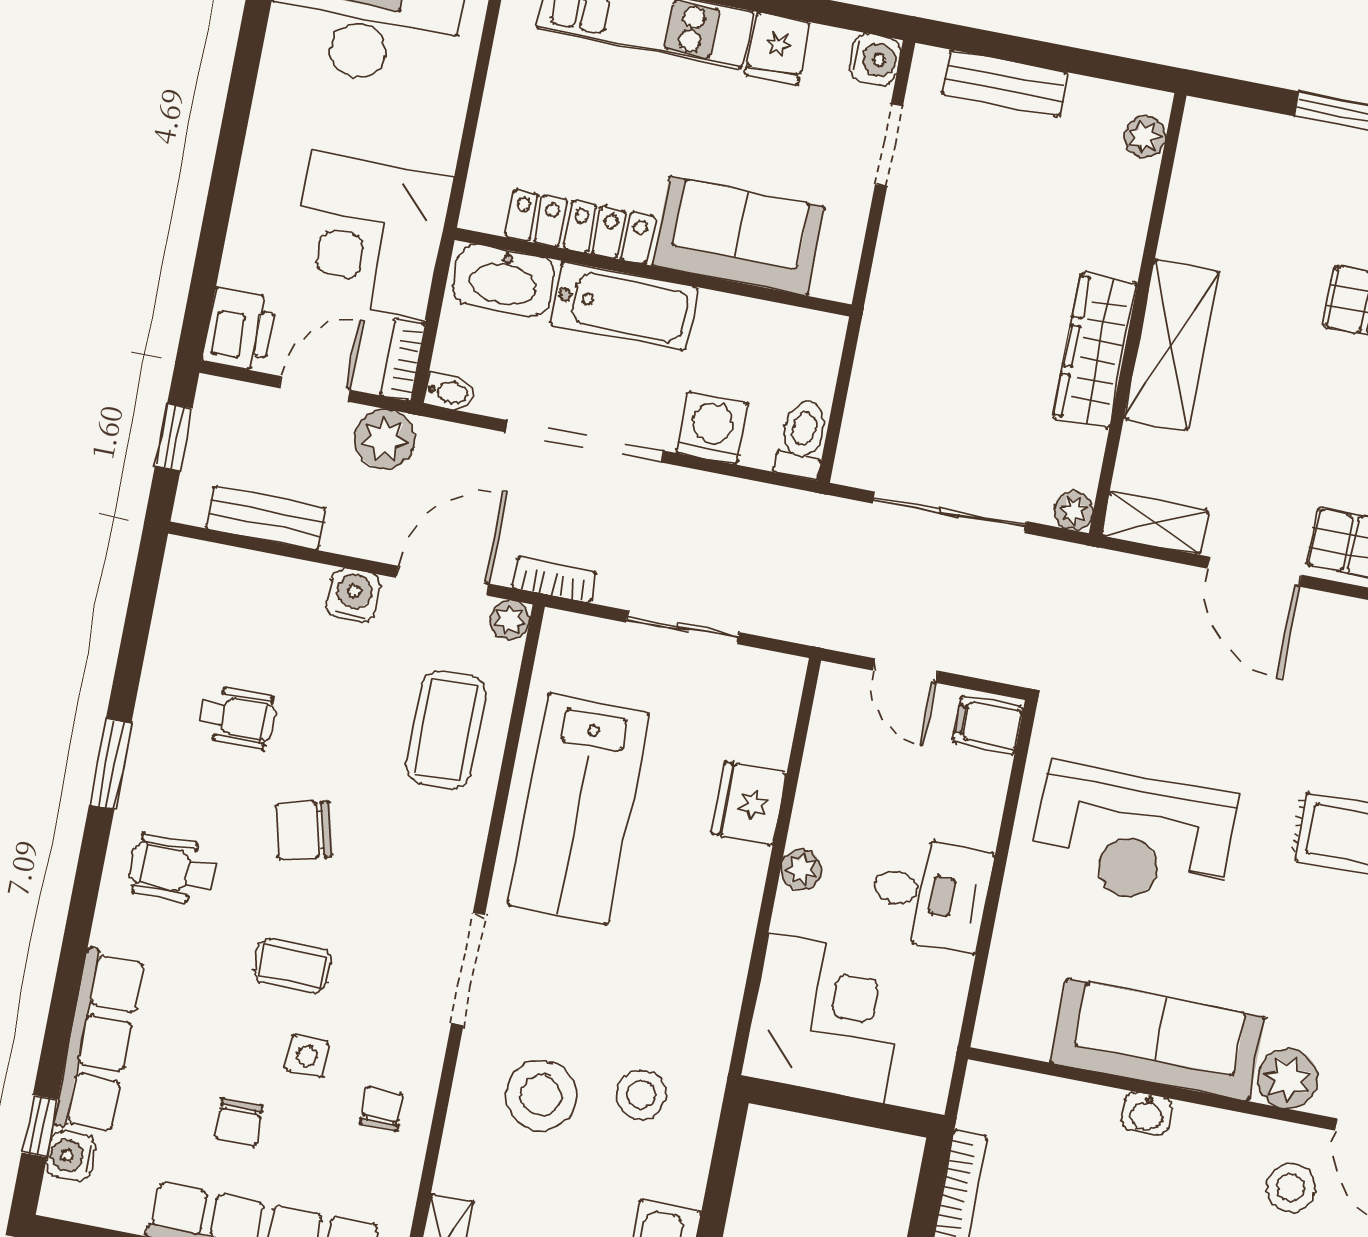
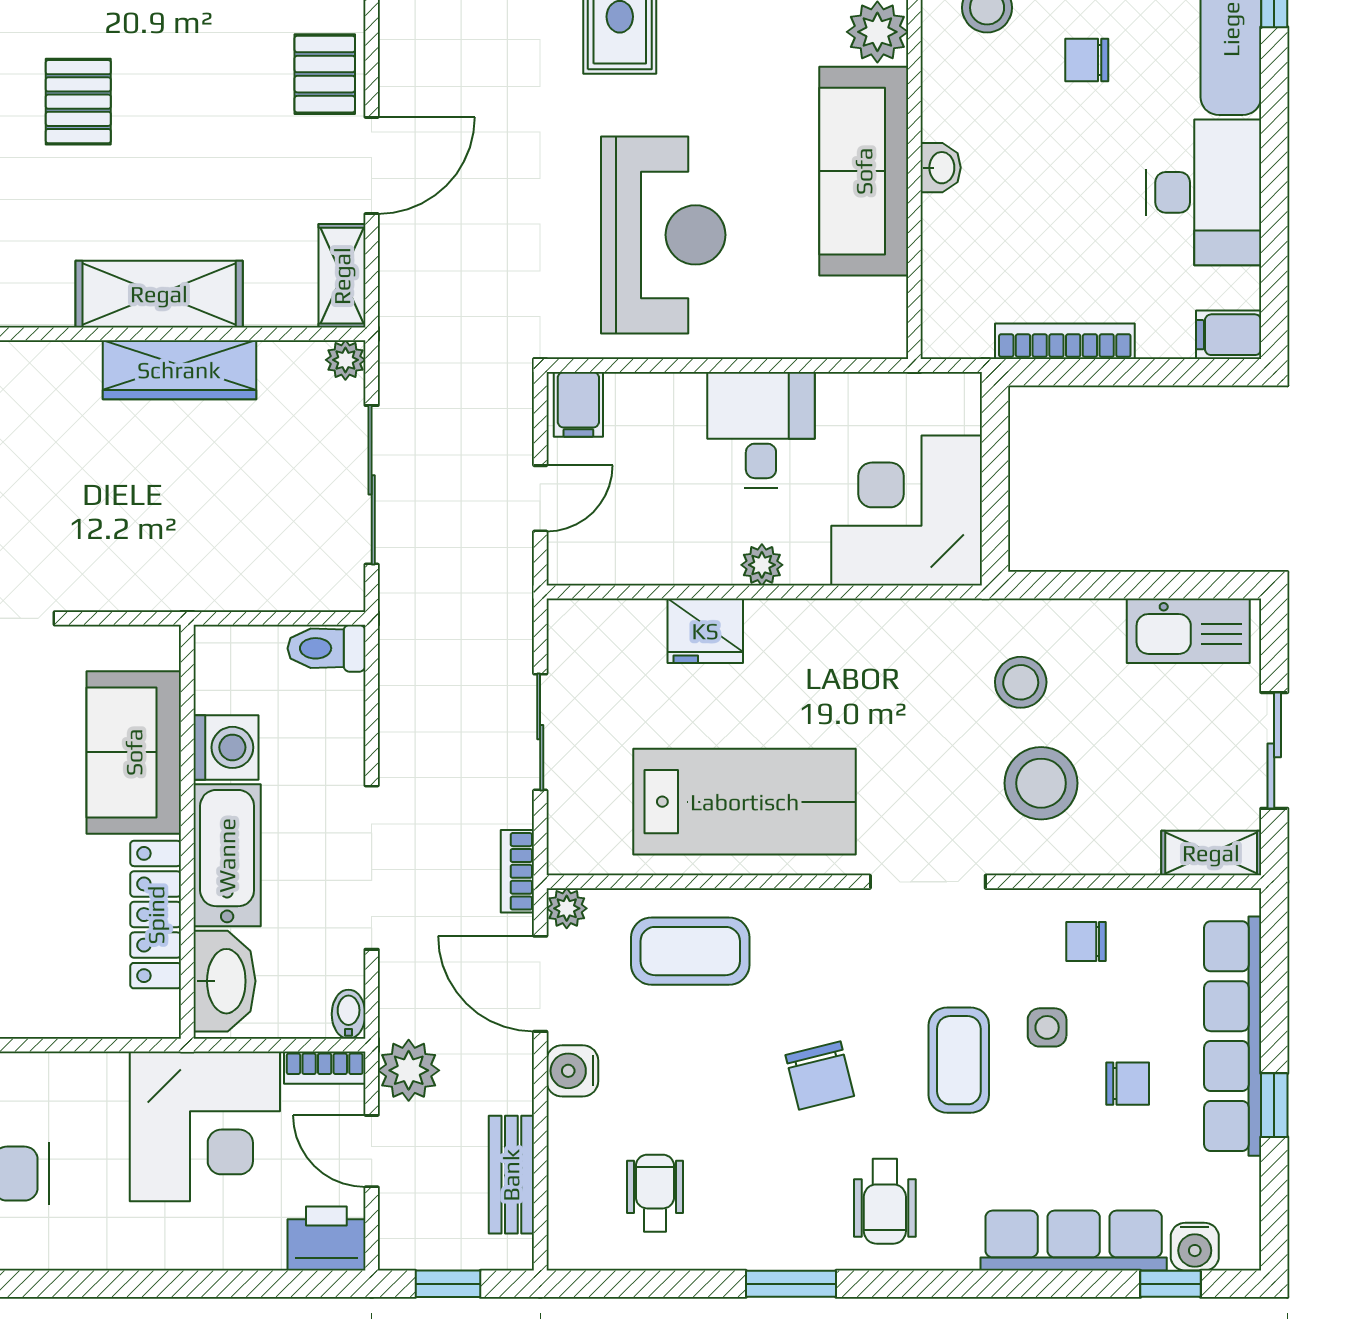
washing machine: (712, 428) -> (226, 747), moved, turned 180
wheelchair: (238, 717) -> (655, 1193), moved
coffee table: (292, 966) -> (959, 1060), width x1.36, depth x1.30

